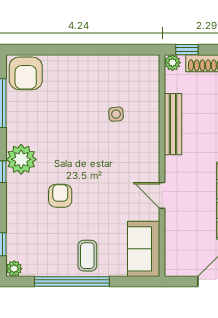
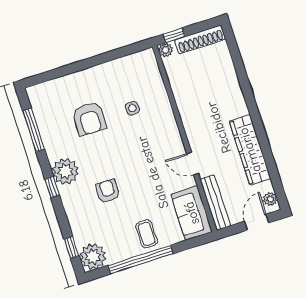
armchair: (26, 73) -> (89, 119), moved
bench: (173, 124) -> (215, 203), moved
plant: (14, 269) -> (93, 257), width x1.87, depth x1.87

